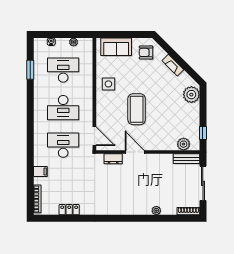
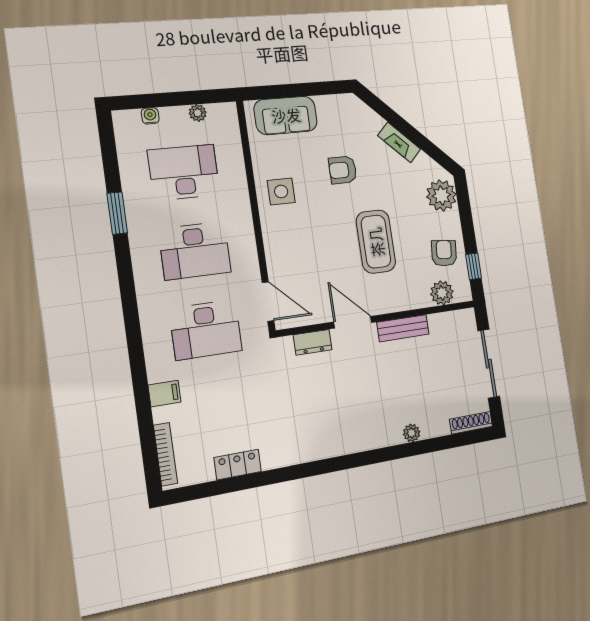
armchair: (146, 52) -> (343, 170), moved
window: (30, 70) -> (117, 213), moved
coffee table: (137, 109) -> (376, 242), moved
armchair: (188, 124) -> (444, 253), added
desk: (63, 145) -> (206, 330), turned 180
bench: (187, 159) -> (403, 328), moved

